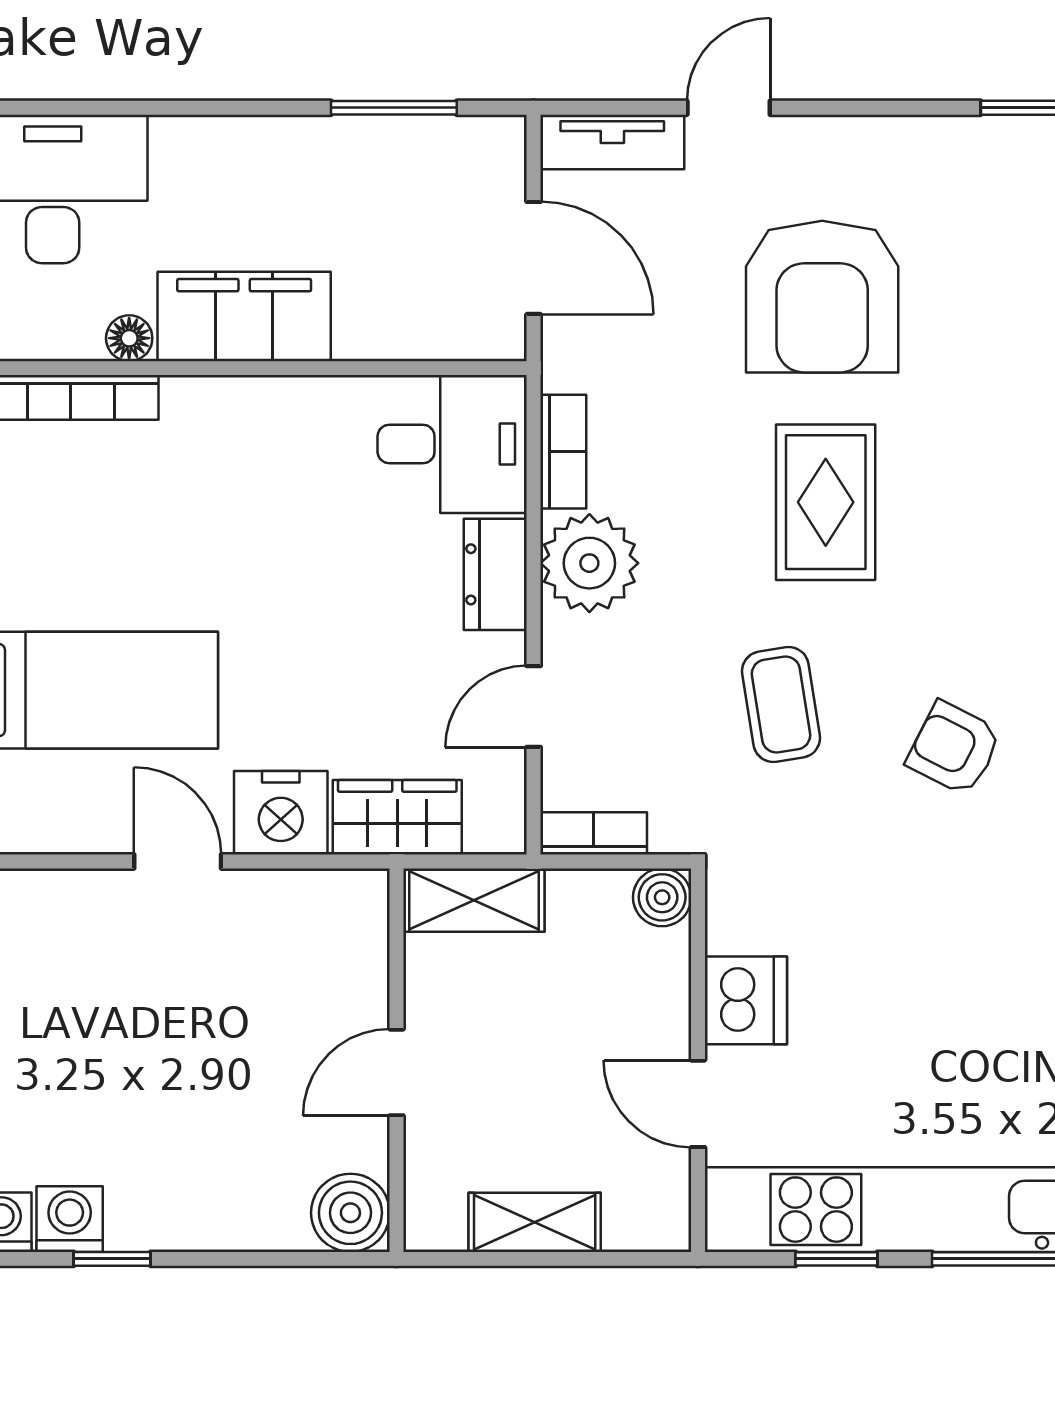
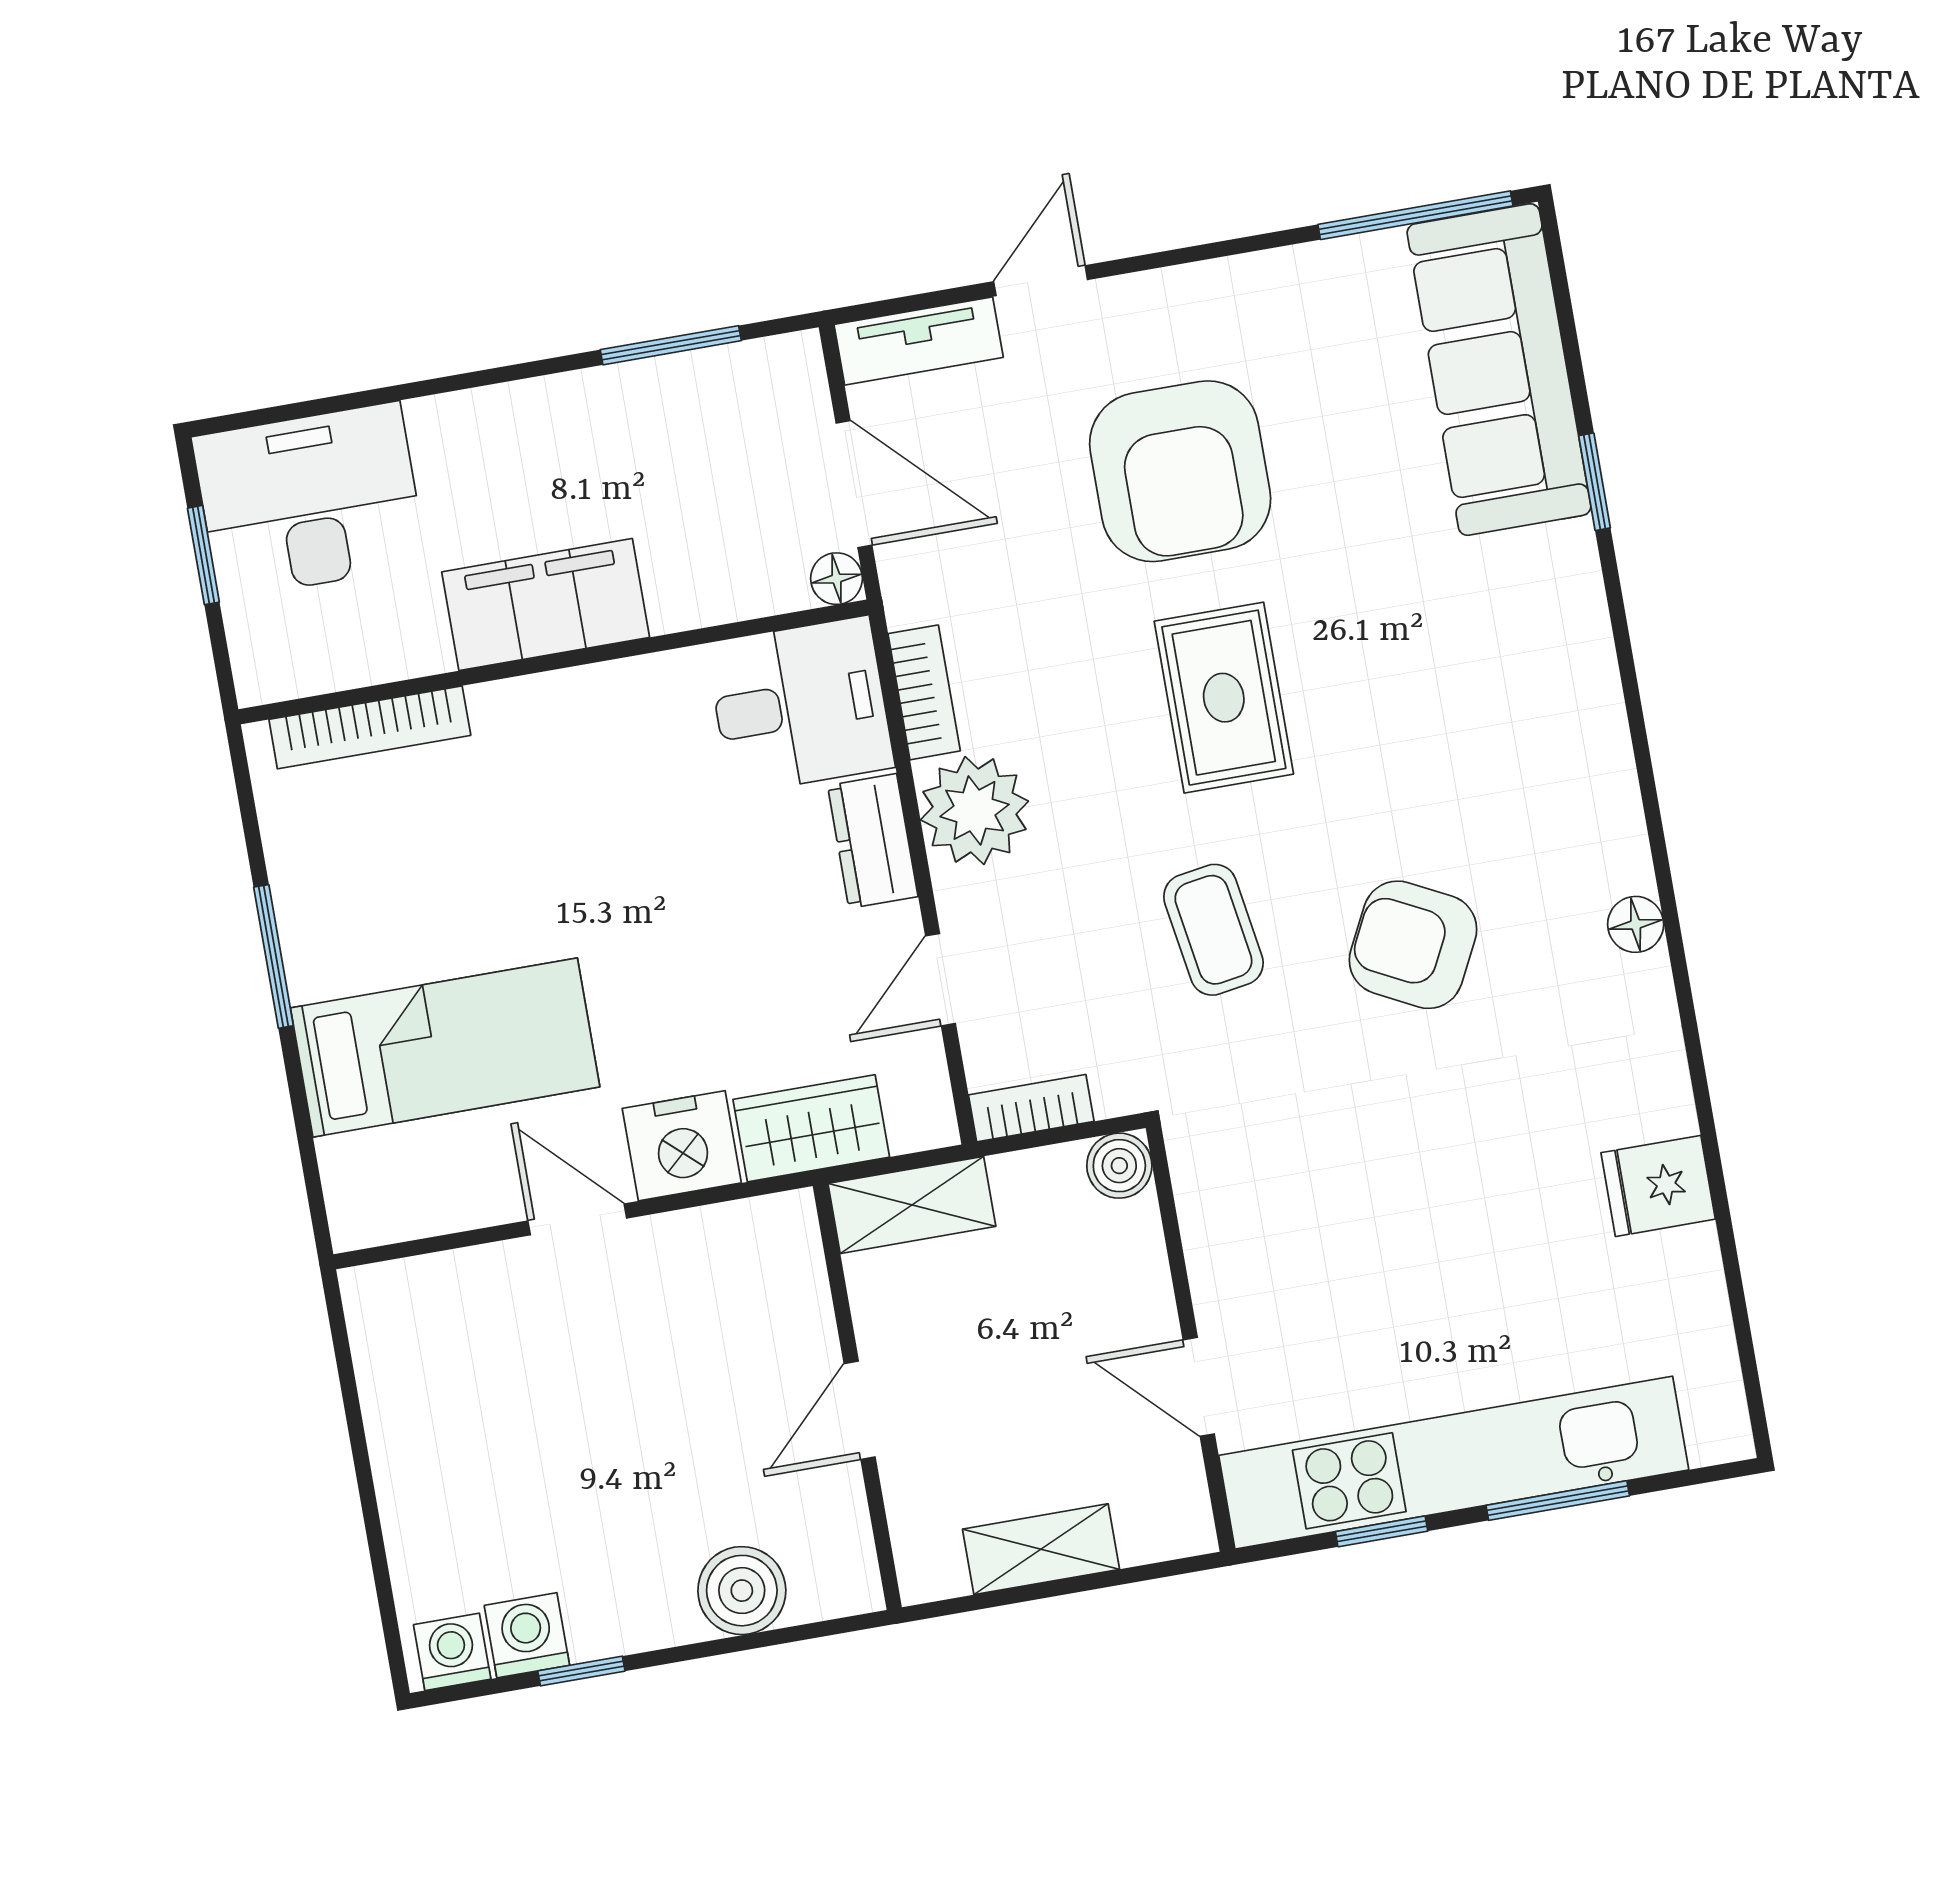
floor lamp: (129, 338) -> (836, 579), moved
armchair: (954, 748) -> (1413, 945), width x1.38, depth x1.38
dishwasher: (746, 1000) -> (1232, 1263), removed
boiler: (350, 1213) -> (742, 1591), moved

